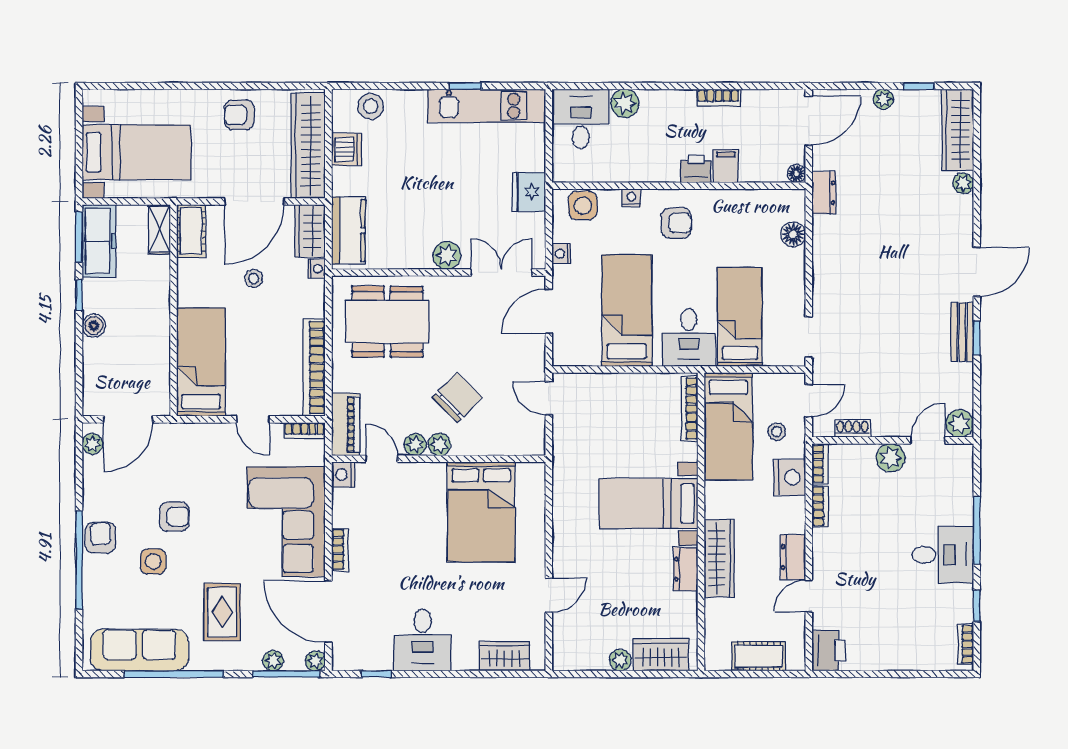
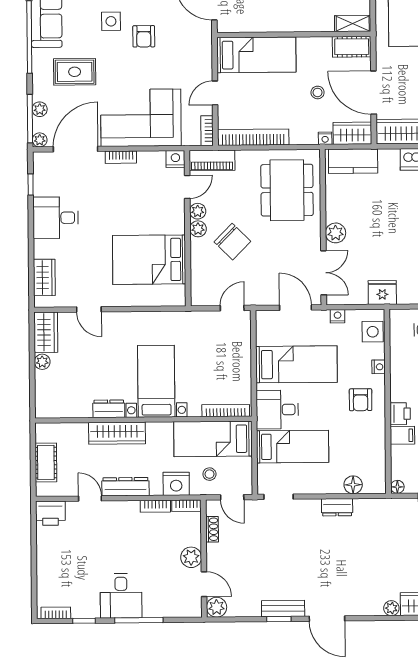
dresser: (824, 193) -> (337, 507), moved
dresser: (793, 557) -> (125, 487), width x1.44
wardrobe: (661, 655) -> (46, 332), moved

